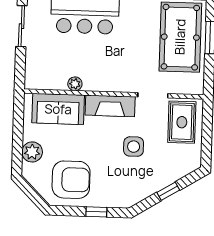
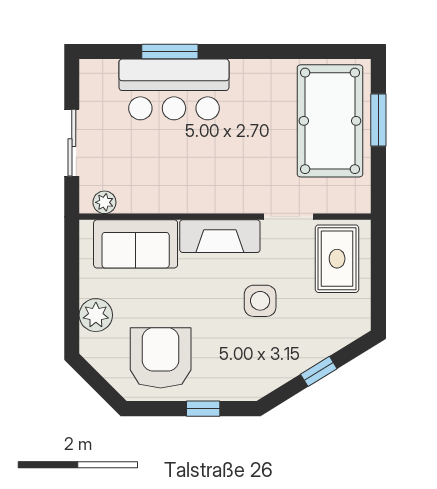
sliding door: (21, 26) -> (72, 143), moved
plant: (75, 84) -> (104, 202), moved
armchair: (71, 180) -> (161, 358), turned -90

